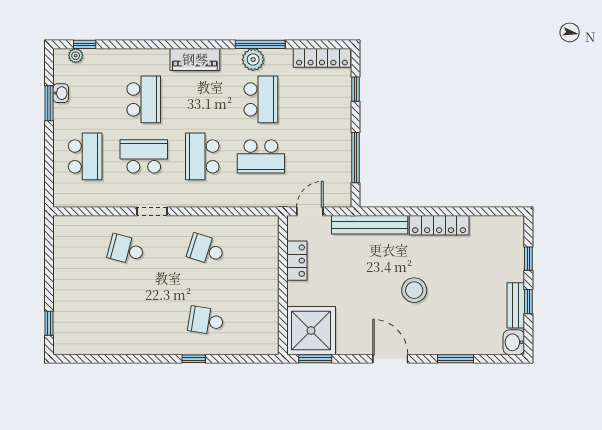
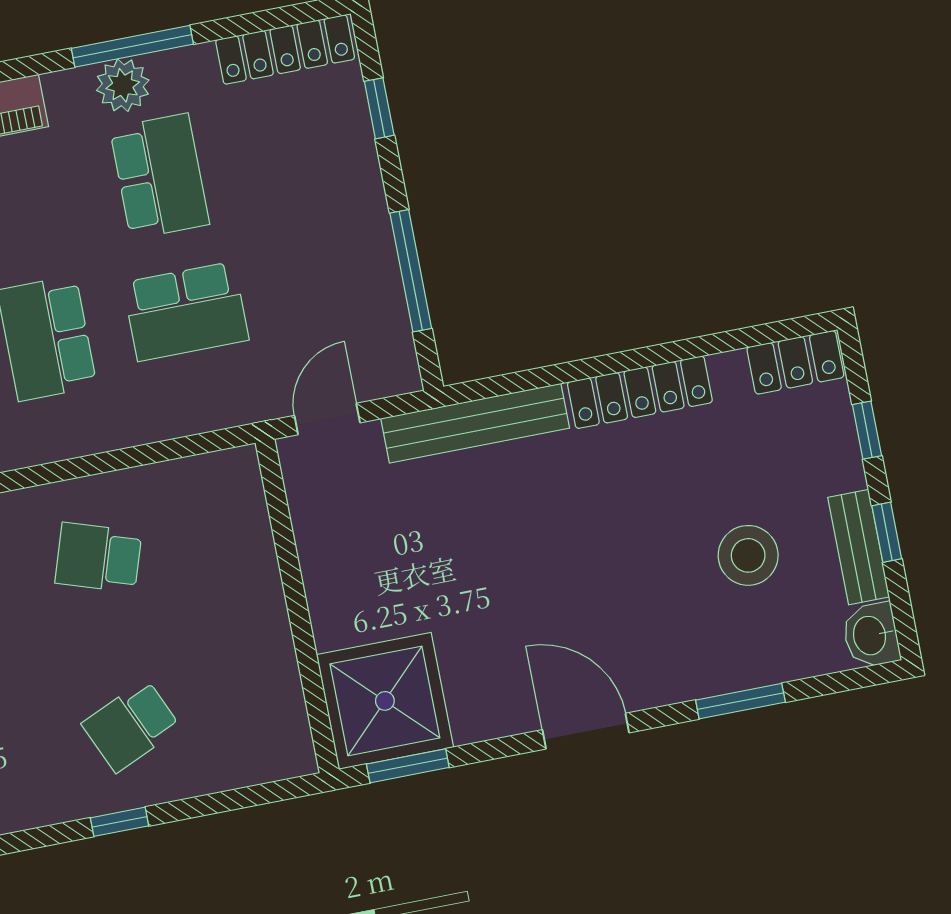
locker: (297, 261) -> (795, 362), moved, turned 90
stool: (414, 290) -> (748, 555), moved
school desk: (206, 321) -> (131, 726), turned -33

